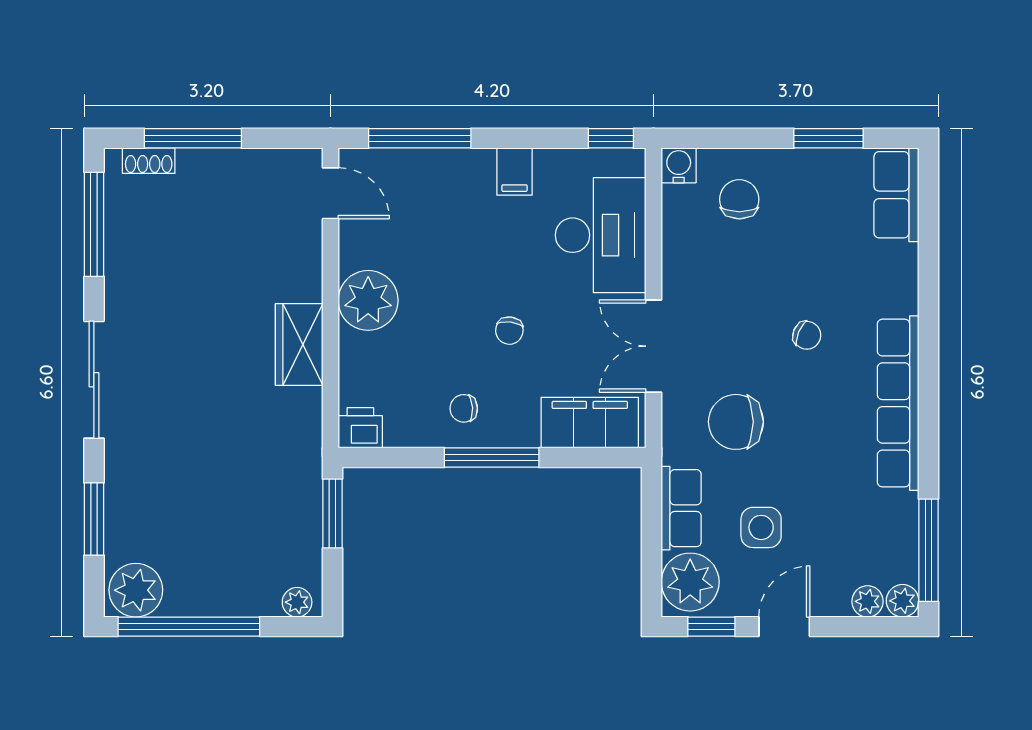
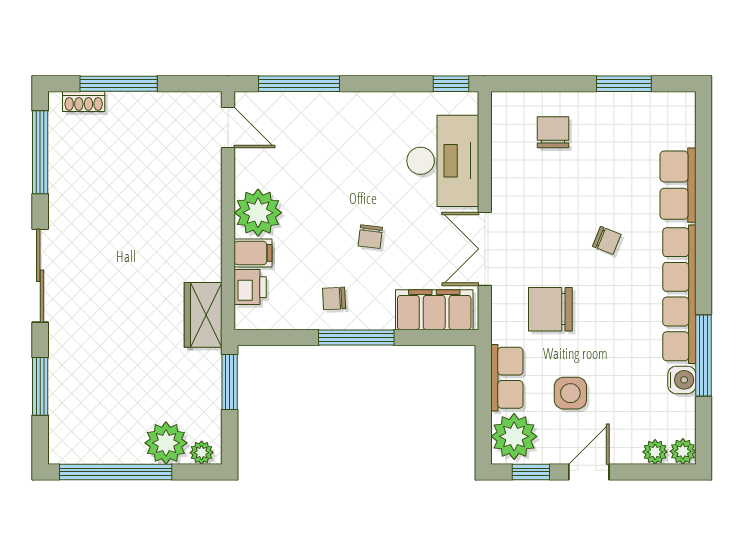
water cooler: (679, 165) -> (682, 380), moved, turned 90
filing cabinet: (515, 172) -> (253, 253), moved, turned -90
row of seats: (896, 195) -> (678, 185), moved
wardrobe: (299, 345) -> (203, 315), moved
printer: (360, 428) -> (250, 287), moved, turned 90
window: (928, 550) -> (703, 355), moved
plant: (136, 590) -> (166, 443), moved

